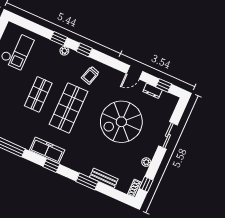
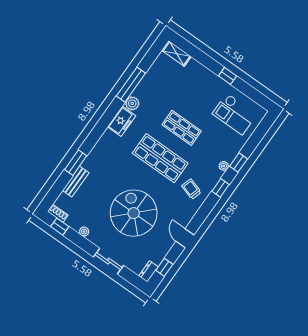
dresser: (153, 91) -> (148, 271), moved
plant: (25, 142) -> (132, 103), added
freezer: (47, 150) -> (122, 121), width x0.71
window: (51, 165) -> (101, 127), removed

